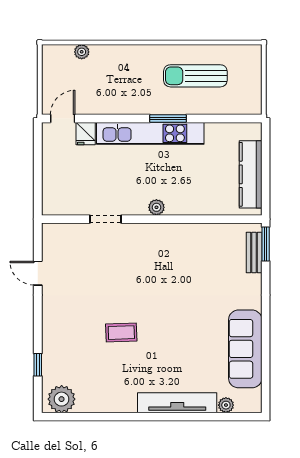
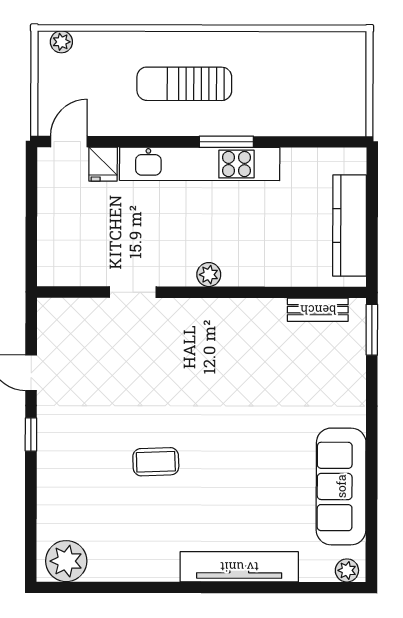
plant: (82, 52) -> (61, 42), moved
sun lounger: (195, 76) -> (184, 84), moved
bench: (254, 253) -> (318, 310), moved, turned 90
window: (38, 365) -> (31, 435), moved
plant: (226, 405) -> (347, 570), moved

